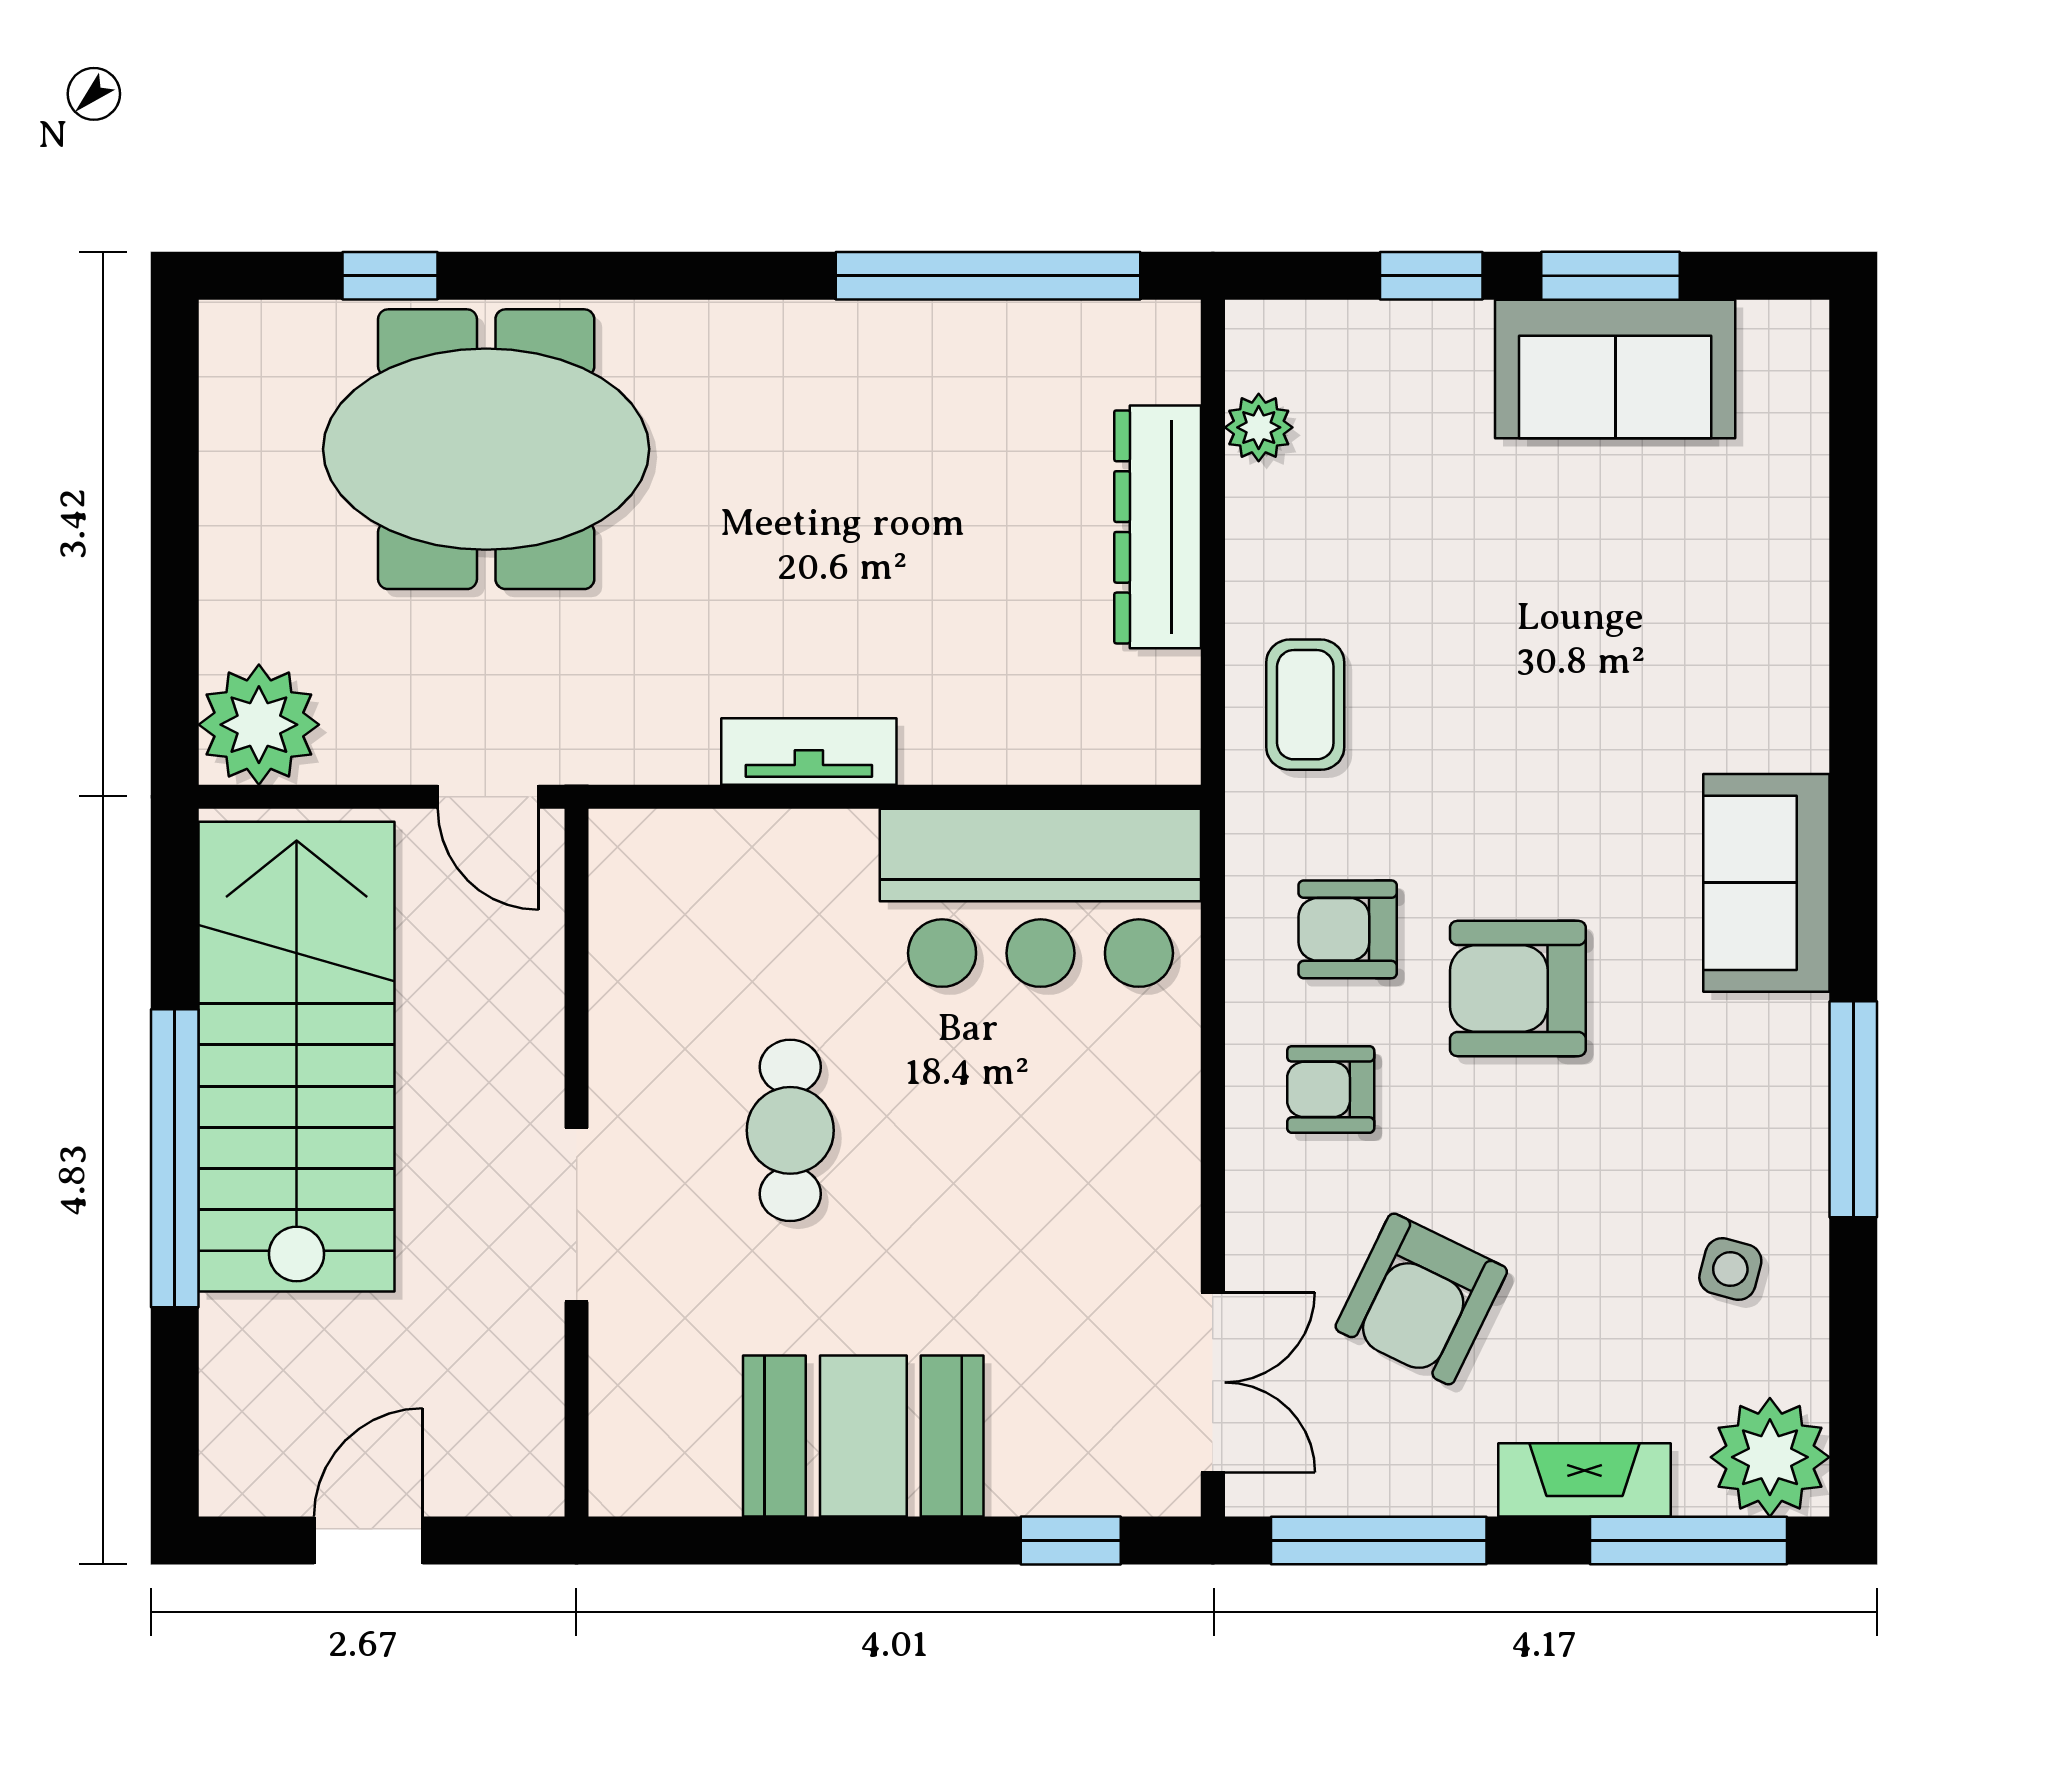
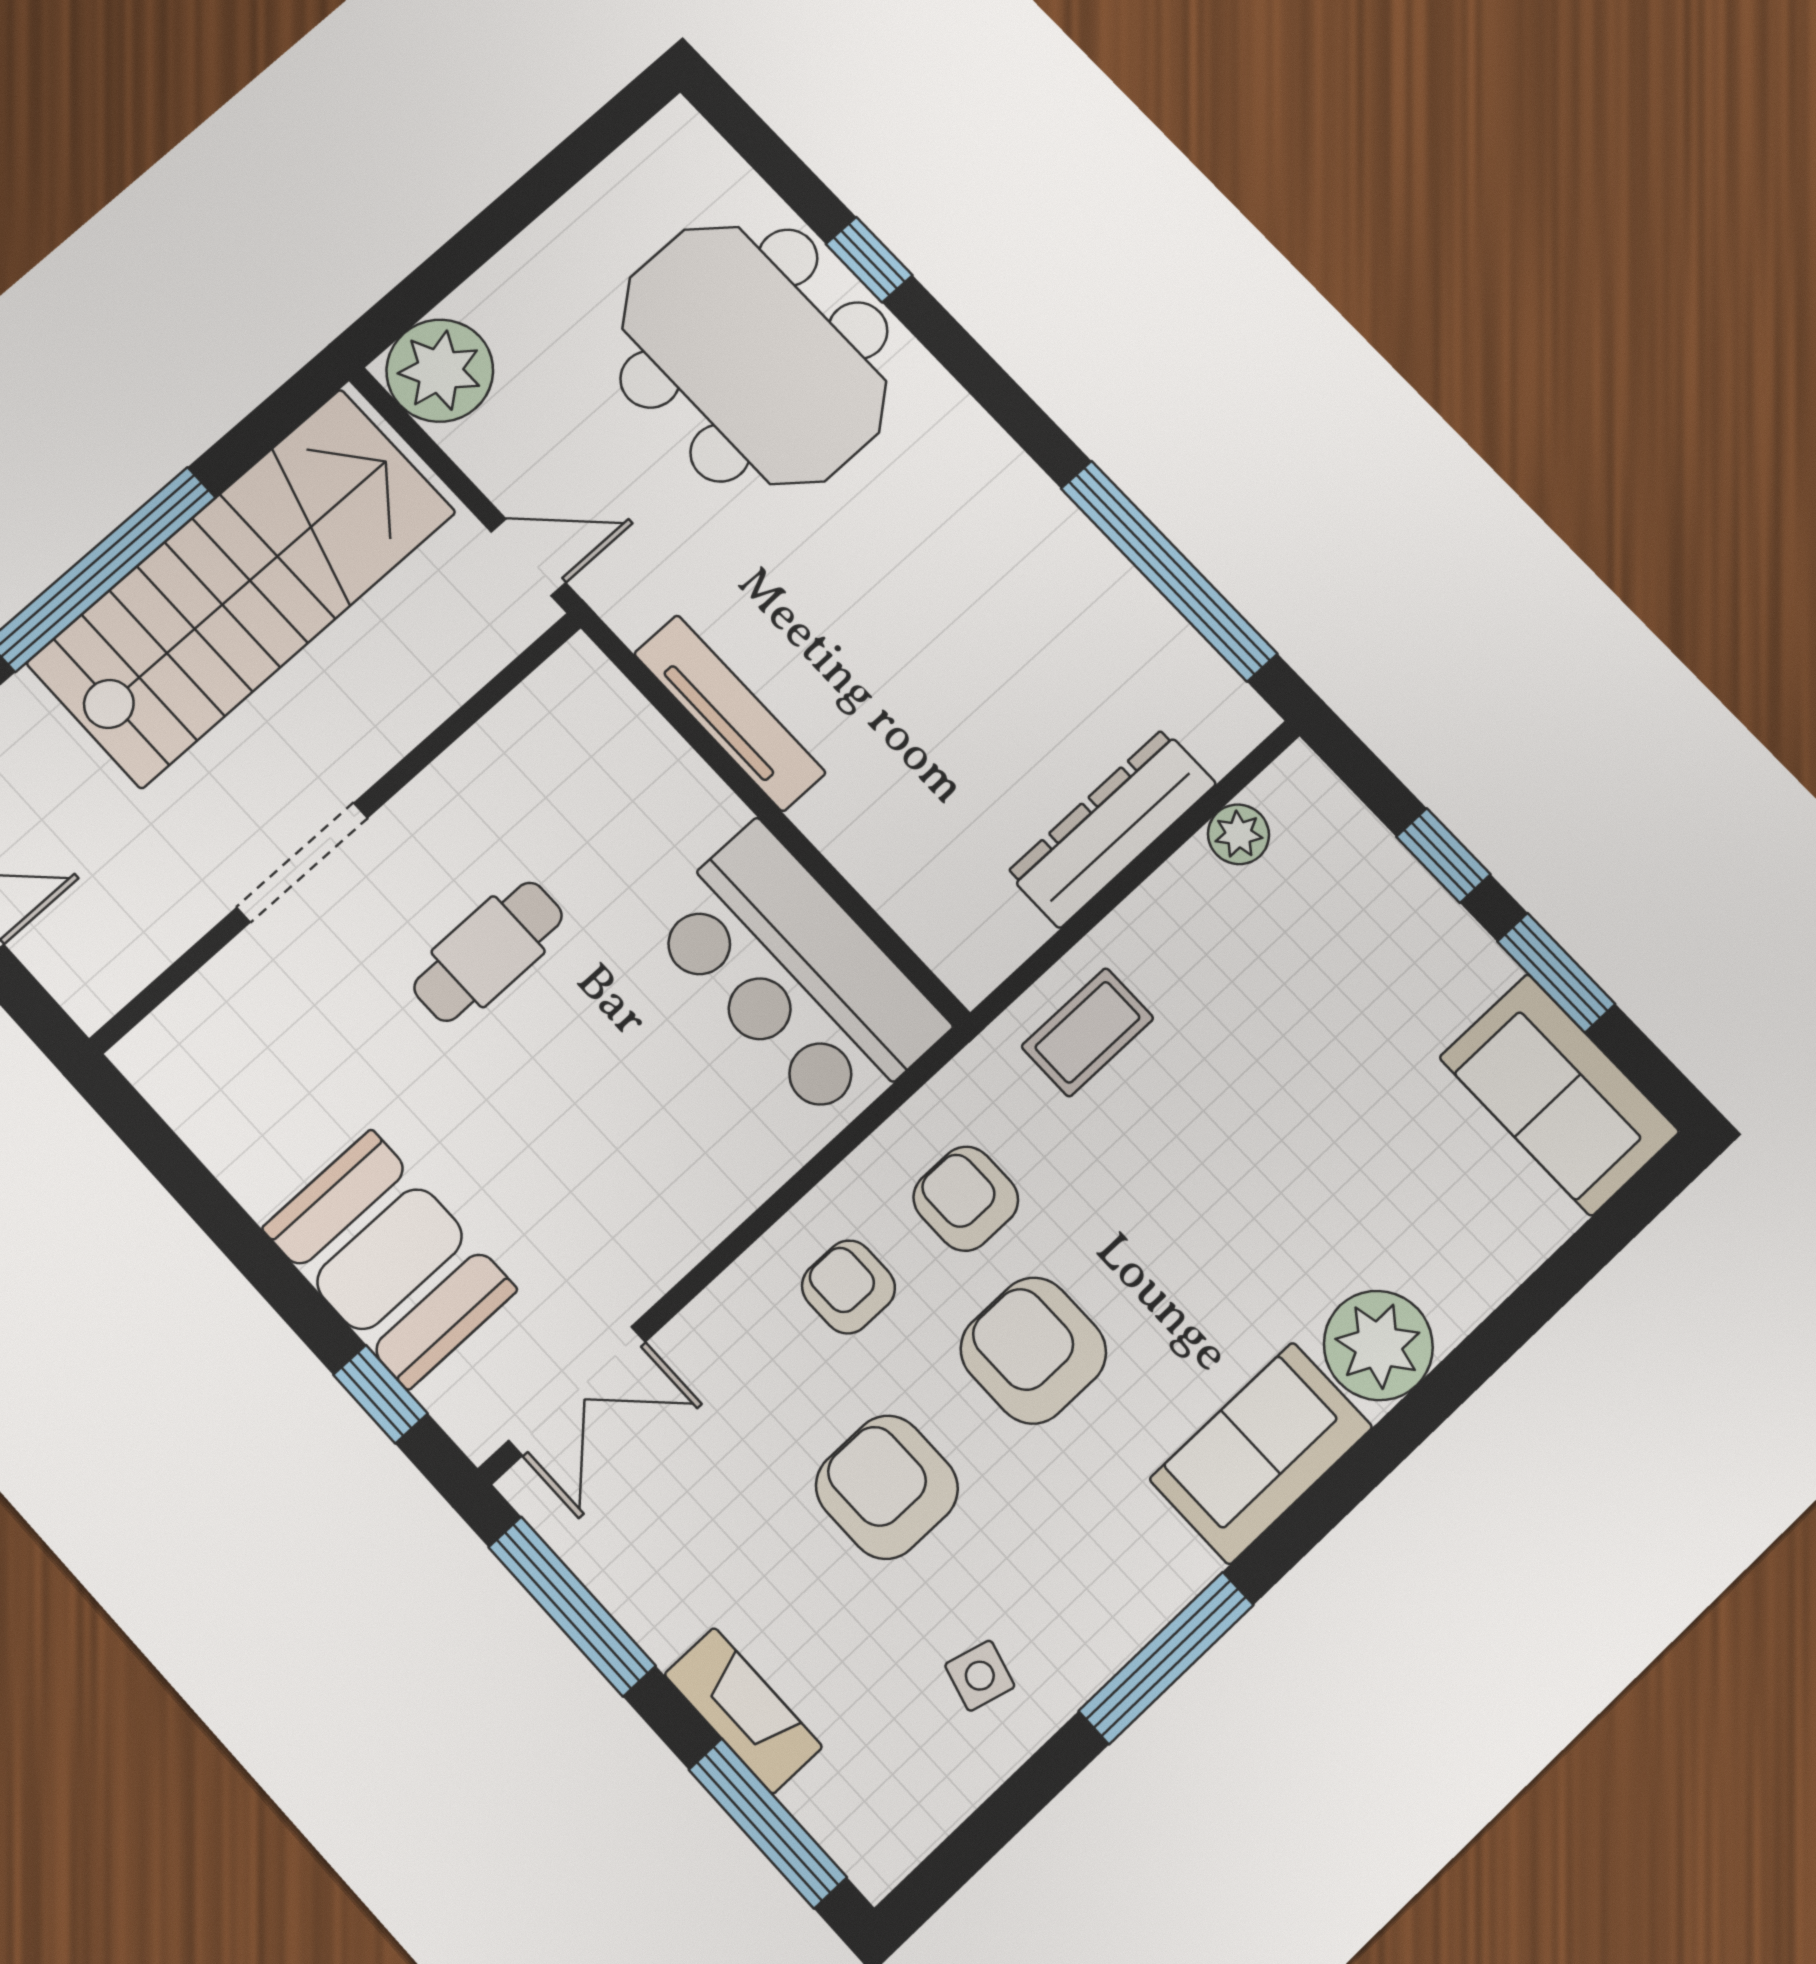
window: (390, 276) -> (869, 260), moved
sofa: (1615, 369) -> (1559, 1095), moved
tv unit: (809, 751) -> (730, 713), width x1.41
door: (488, 797) -> (528, 557), swing flipped
armchair: (1421, 1299) -> (887, 1487), moved, turned 64
booth: (863, 1436) -> (390, 1259), moved
plant: (1770, 1457) -> (1378, 1345), moved

